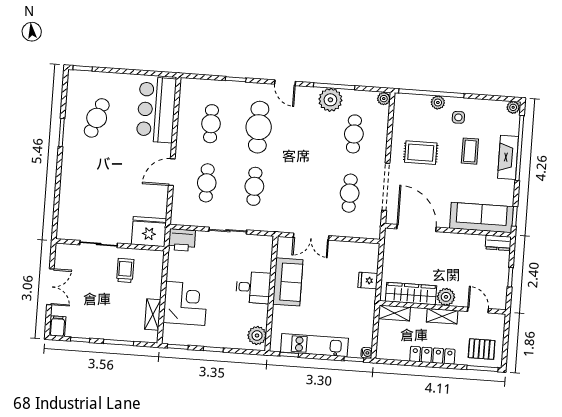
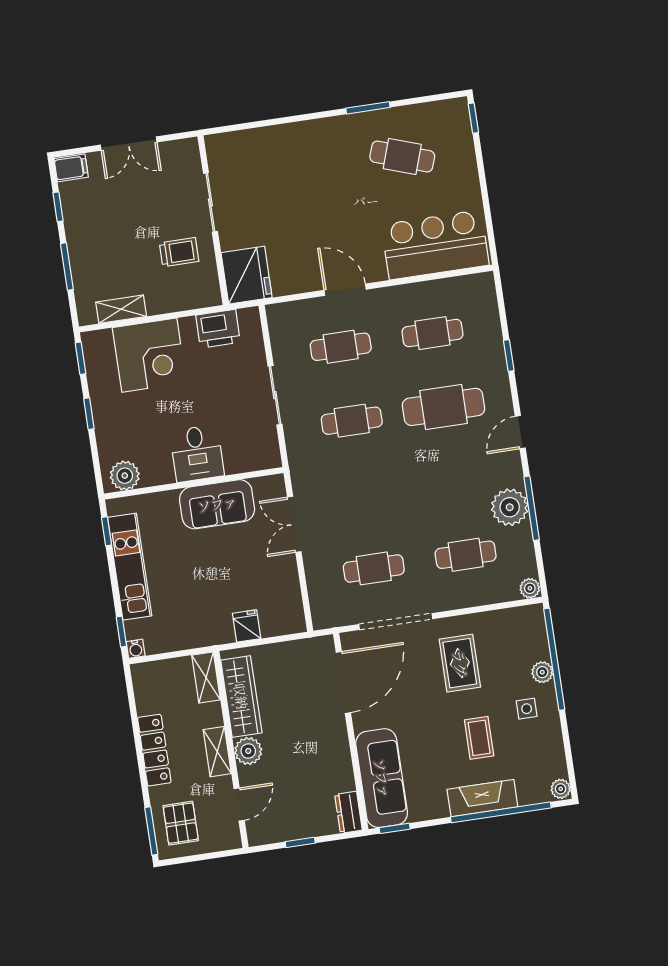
coffee table: (470, 151) -> (479, 738), turned 90
printer: (182, 240) -> (218, 329), moved, turned -90

